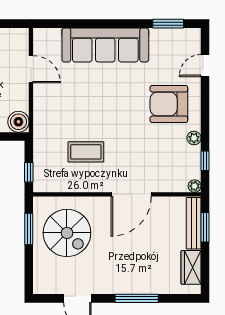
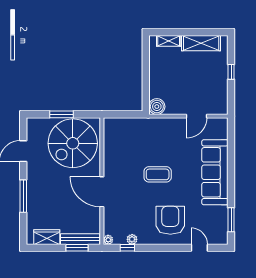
plant: (194, 138) -> (132, 239), moved
coffee table: (86, 152) -> (158, 174), moved, turned 90
window: (29, 172) -> (119, 114), removed
window: (29, 229) -> (62, 114), moved
spiral stairs: (67, 233) -> (73, 143), width x1.37, depth x1.37

